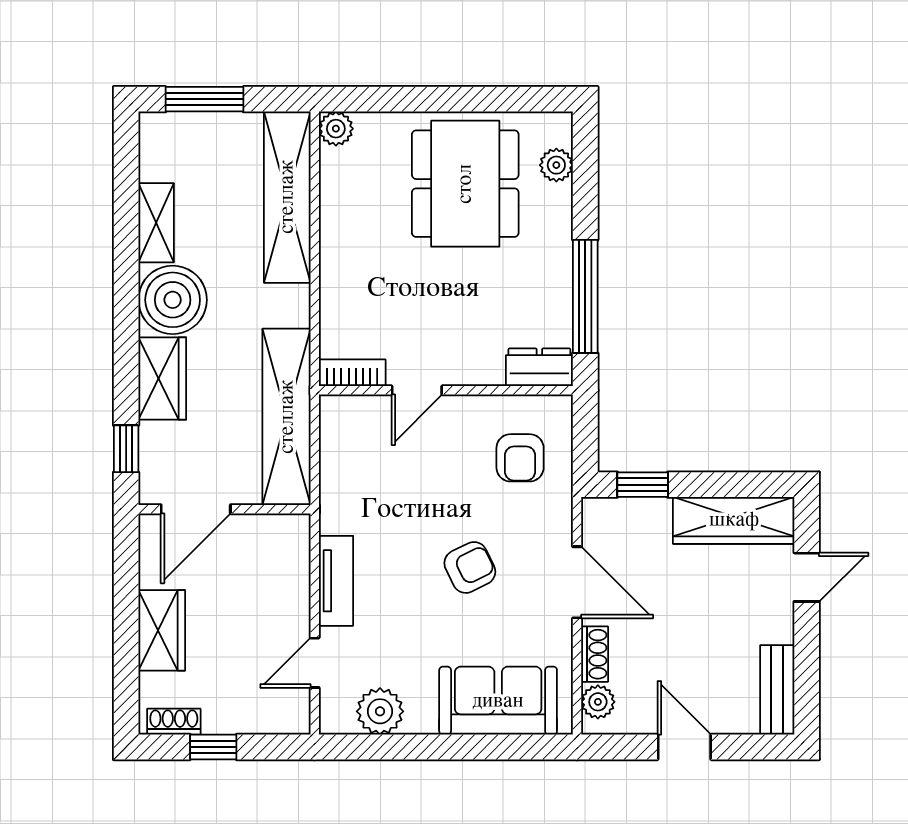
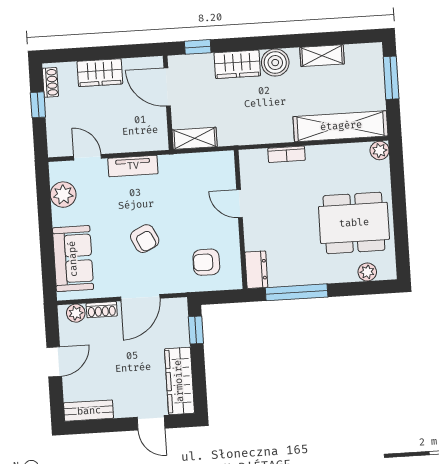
boiler: (173, 300) -> (275, 63), width x0.73, depth x0.73
bookcase: (352, 373) -> (286, 154), moved, turned 90
shelving: (287, 417) -> (195, 138), width x0.45, depth x0.75

